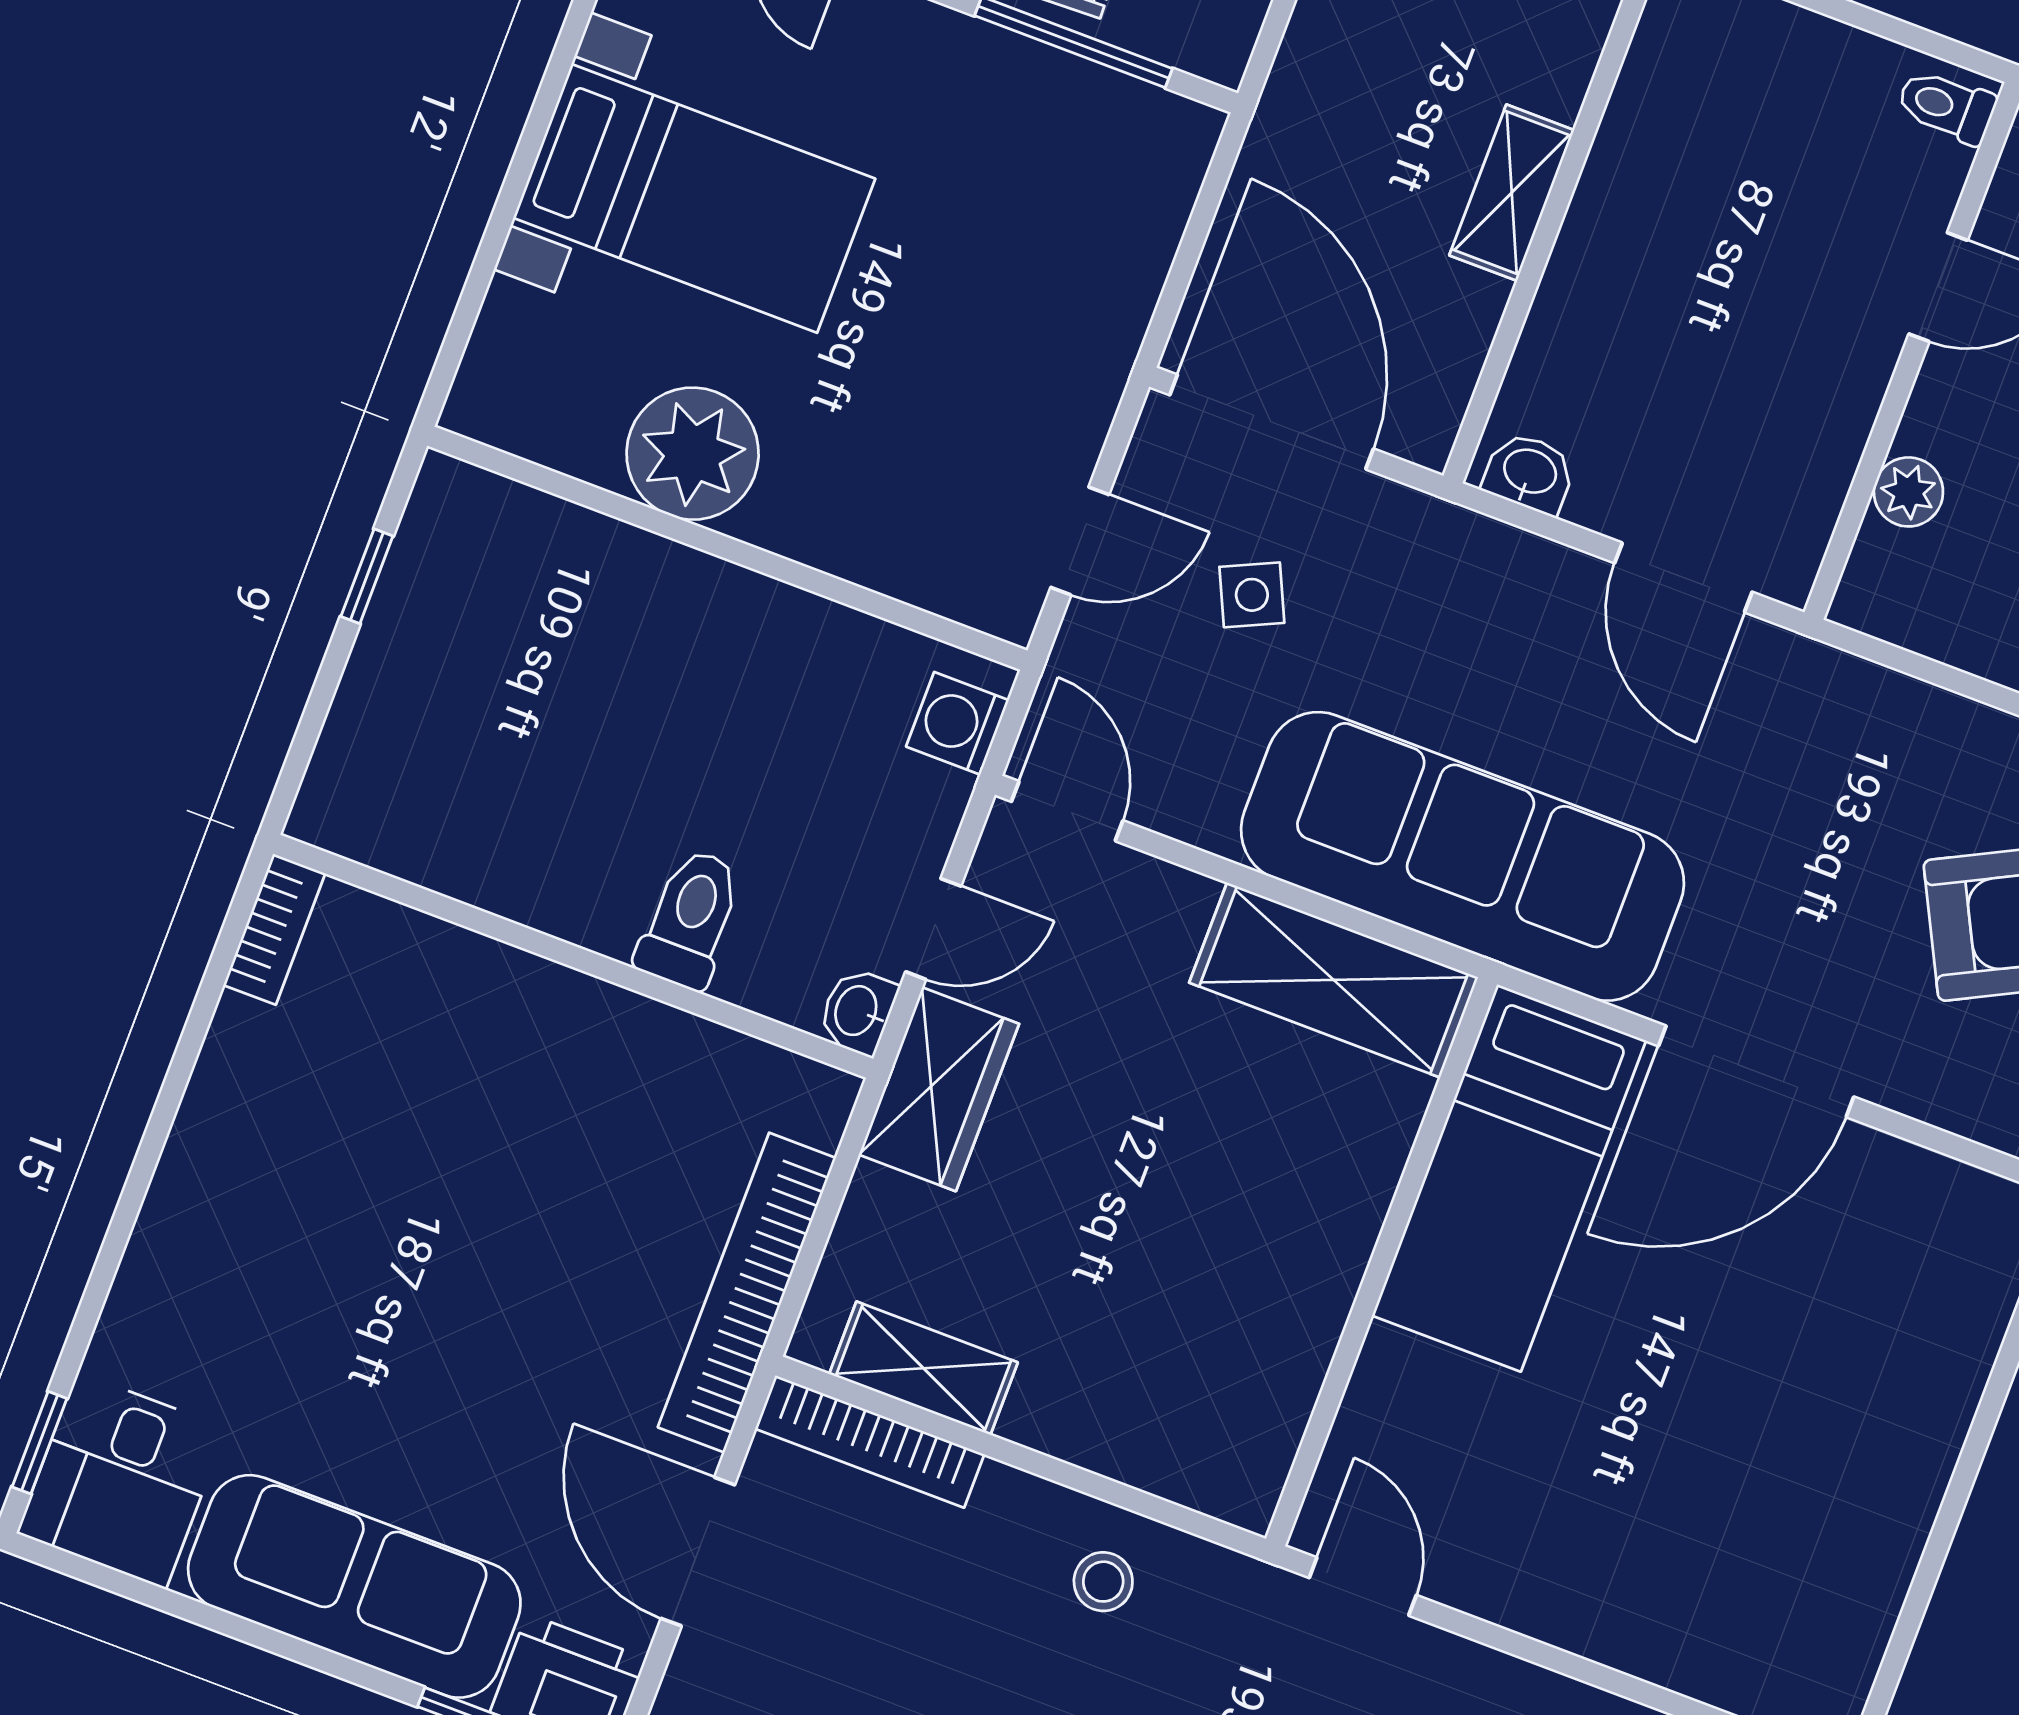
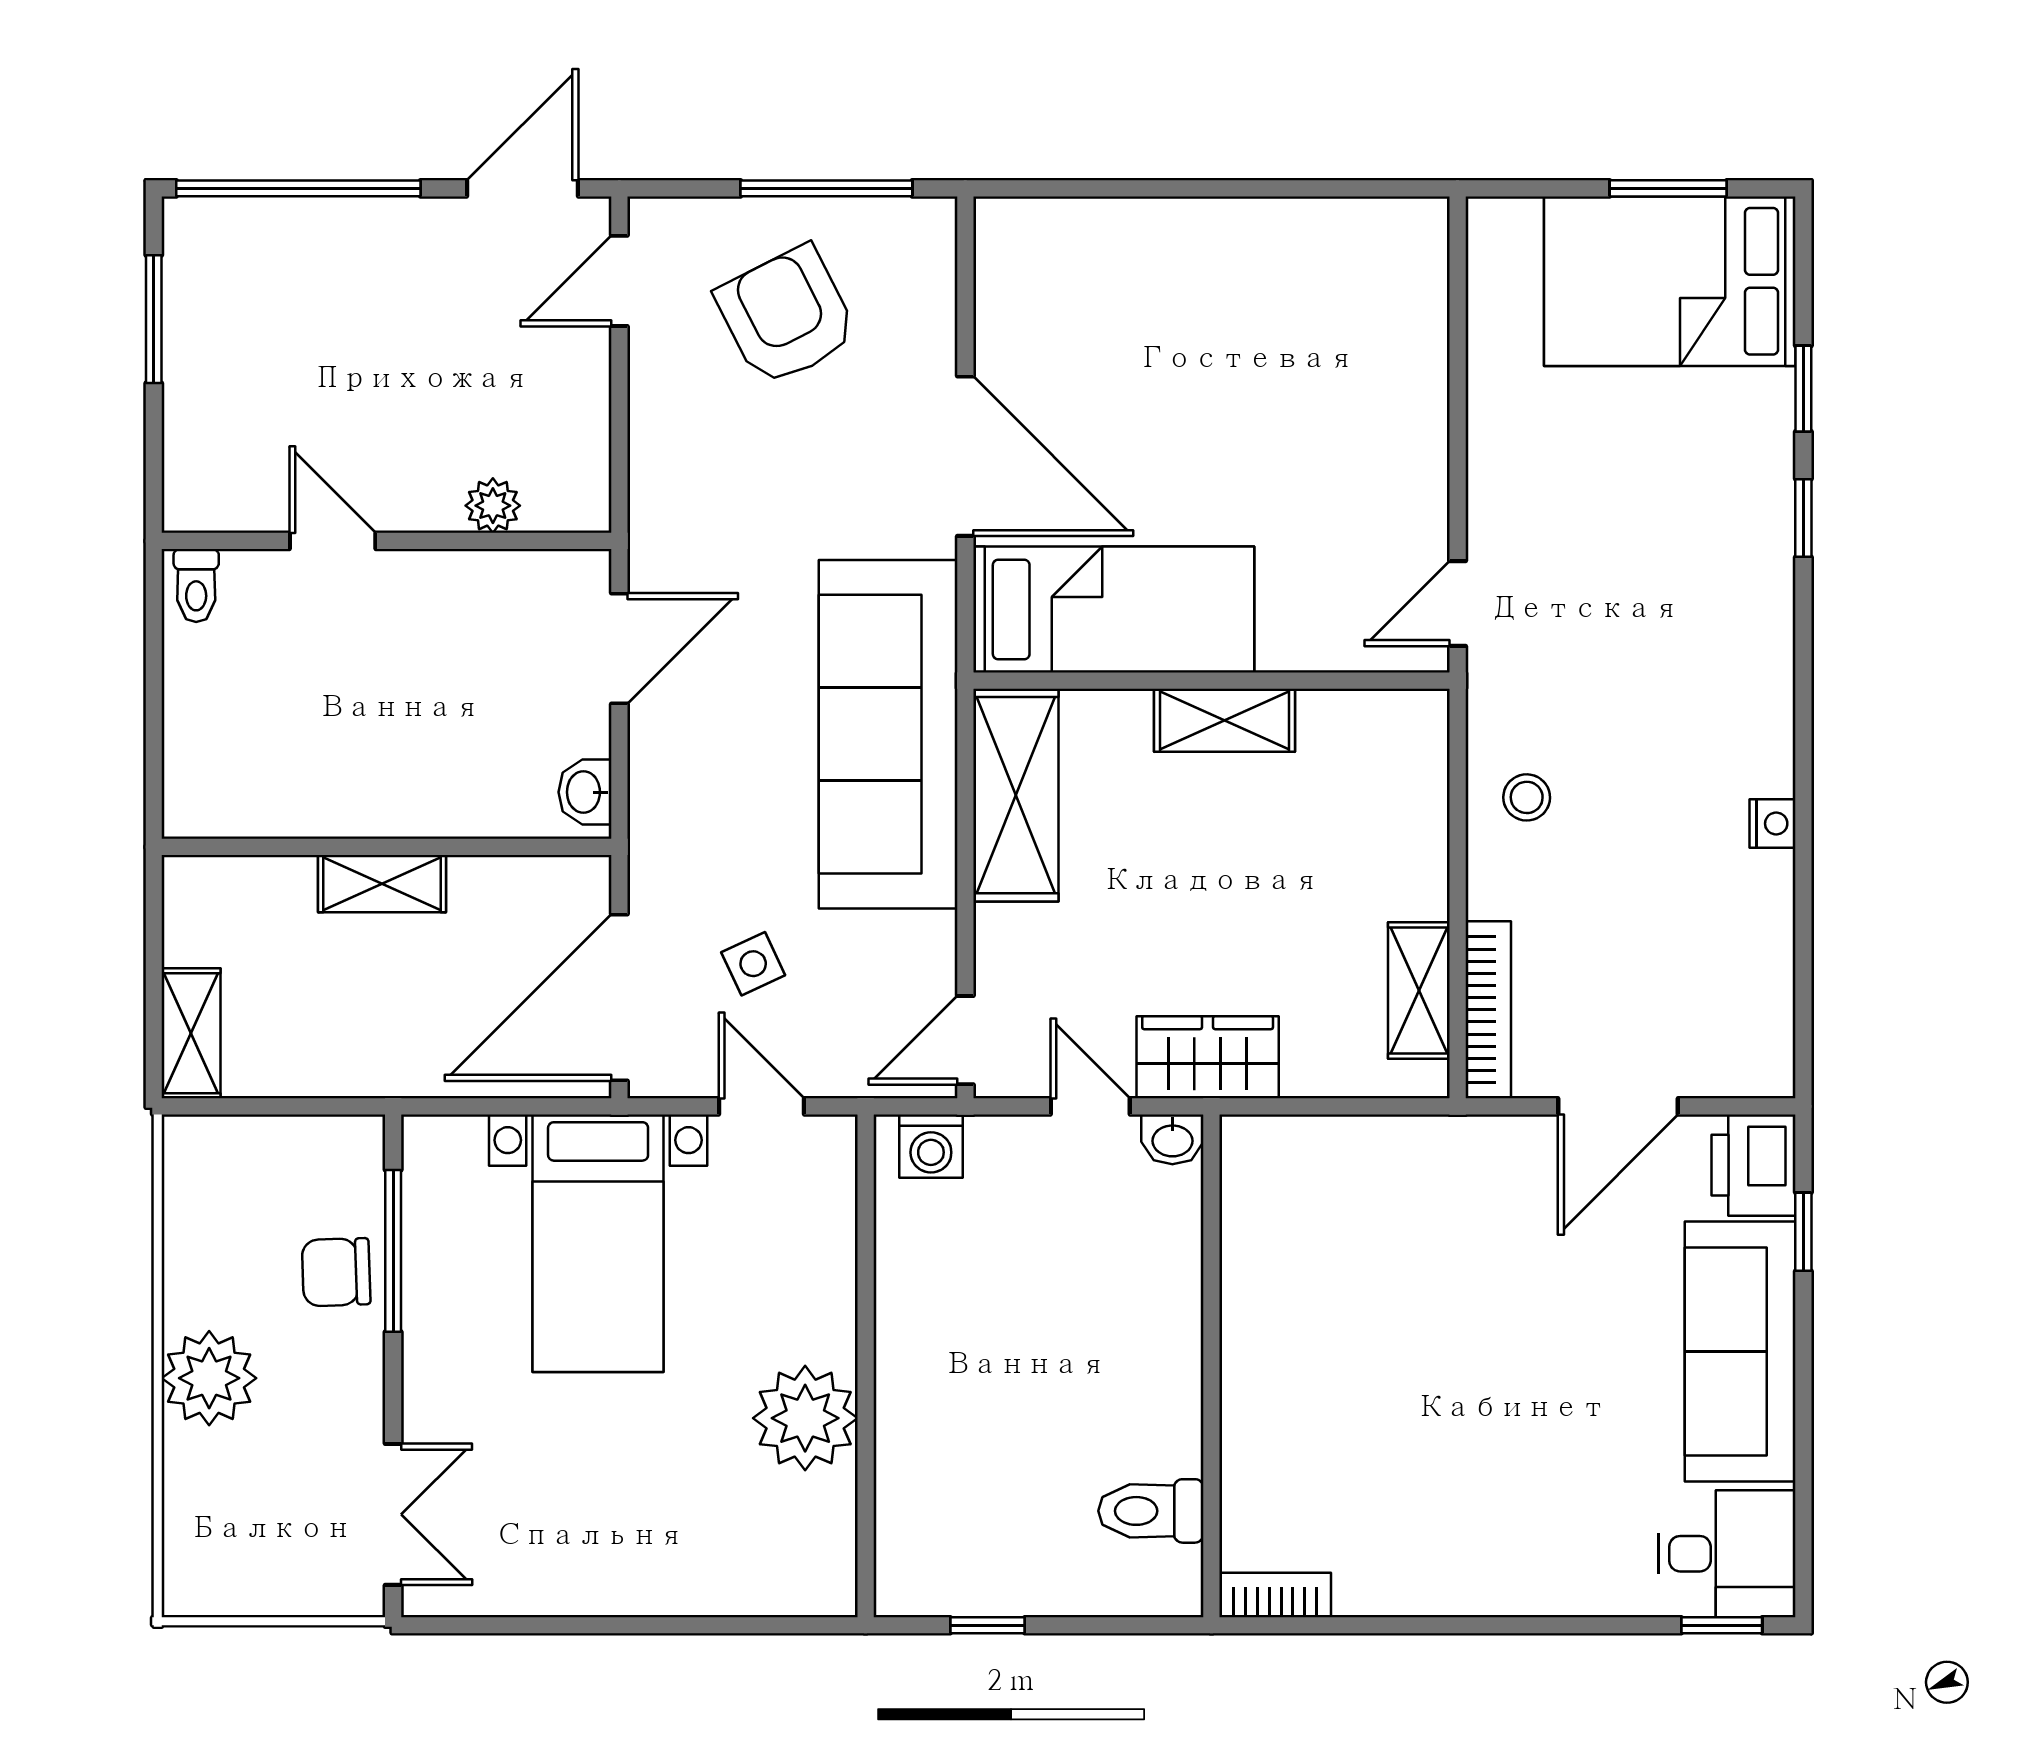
bed with nightstands: (694, 198) -> (598, 1243), moved, turned 180
toilet: (690, 919) -> (1151, 1511), moved
shelving: (1329, 1259) -> (1225, 720), added
bookcase: (747, 1293) -> (1412, 1143), removed

